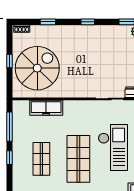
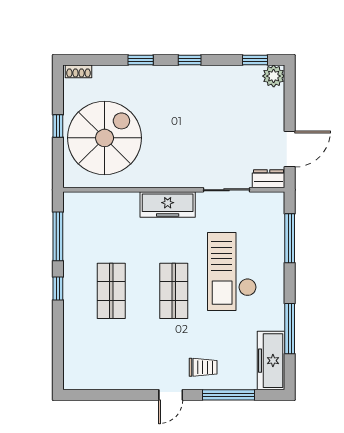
window: (48, 22) -> (141, 60), moved
freezer: (46, 108) -> (168, 205), moved
checkout: (113, 147) -> (232, 272), turned 180
shop shelf: (78, 159) -> (174, 291), width x0.70, depth x0.74

